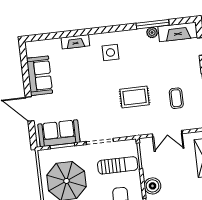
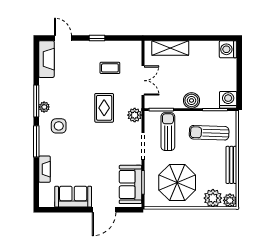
window: (153, 24) -> (36, 101), moved
window: (92, 31) -> (36, 141), added
plant: (152, 33) -> (44, 107), moved
fireplace: (75, 42) -> (45, 169), moved
plant: (131, 129) -> (135, 115), added

